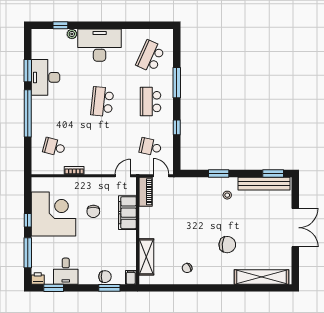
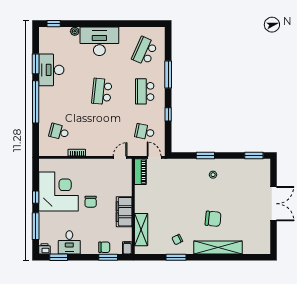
window: (60, 25) -> (54, 24), moved
bench: (264, 184) -> (246, 164), removed
chair: (93, 211) -> (91, 202), moved
filing cabinet: (127, 213) -> (124, 212), moved
shelving: (262, 277) -> (218, 247), moved
window: (186, 288) -> (176, 257), added

